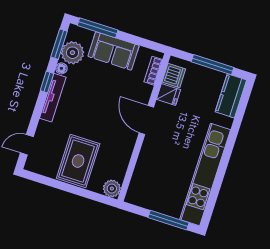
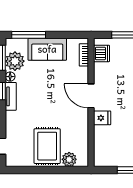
fridge: (168, 95) -> (102, 118), moved
tv unit: (53, 98) -> (11, 96), width x0.71
plant: (112, 189) -> (69, 159), moved

